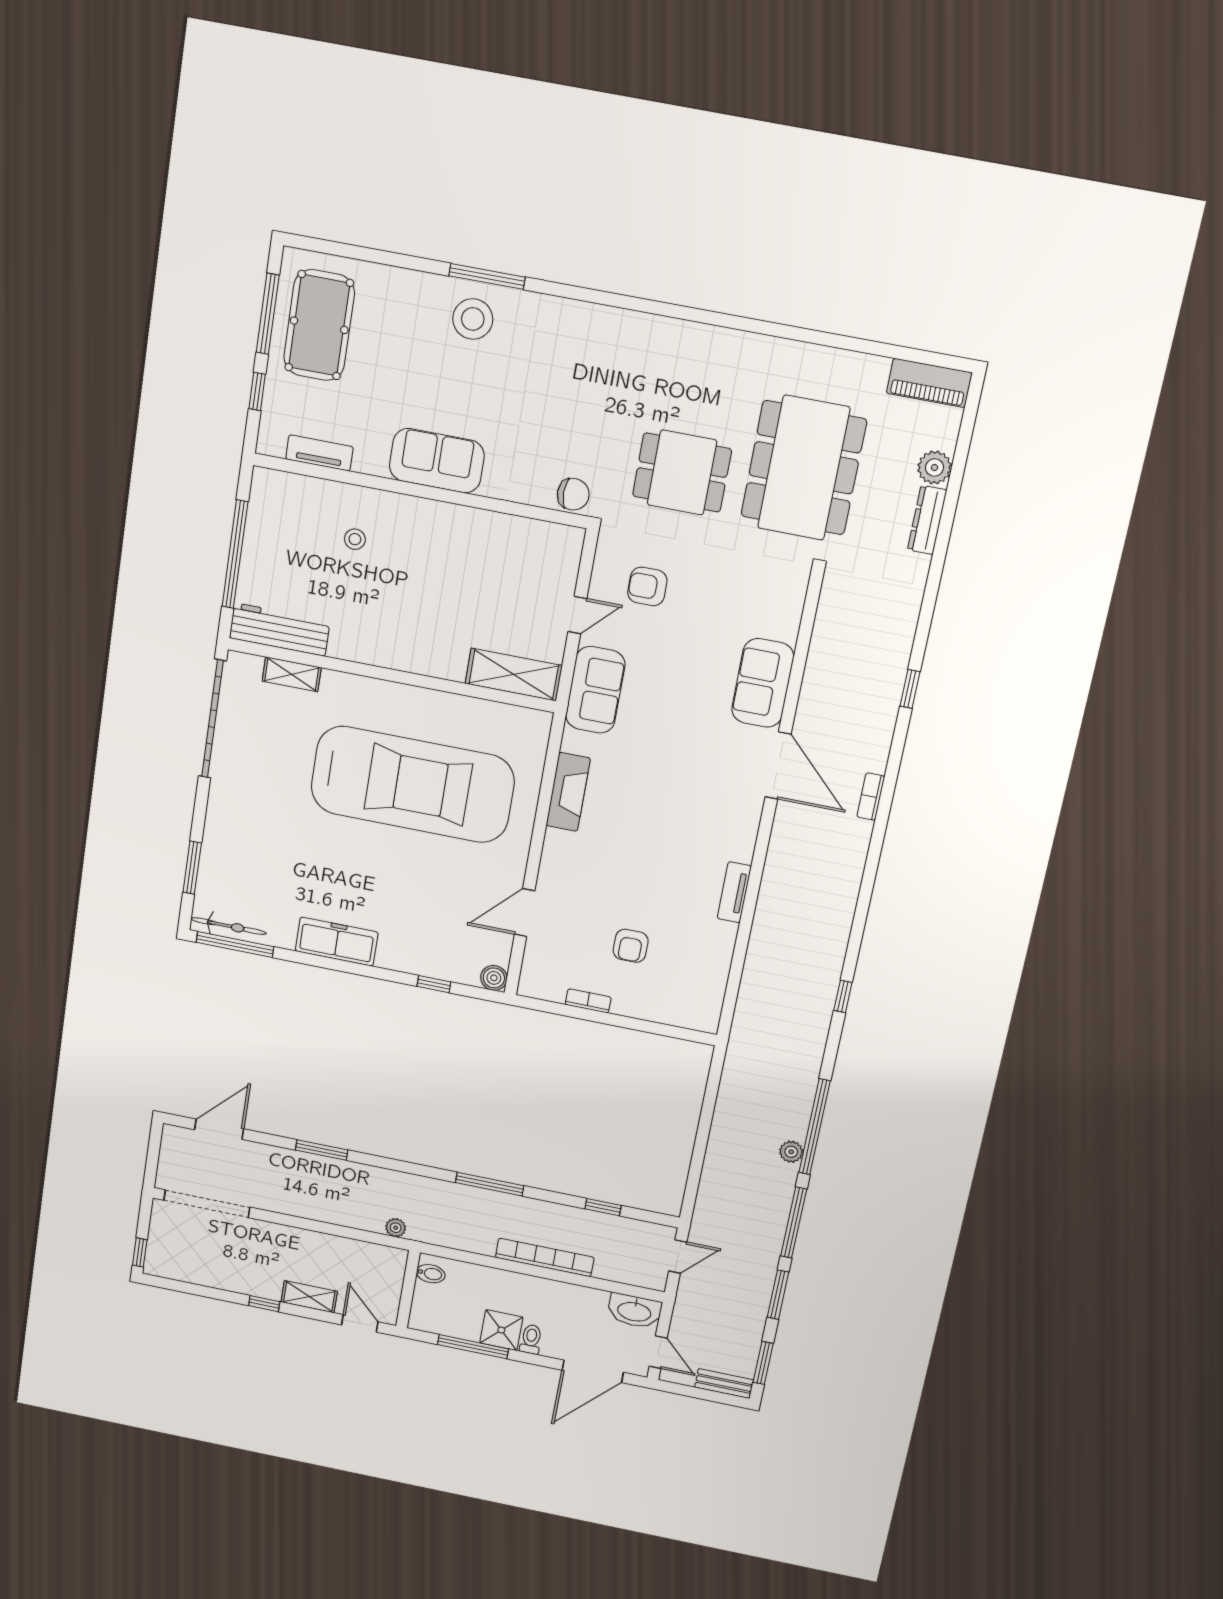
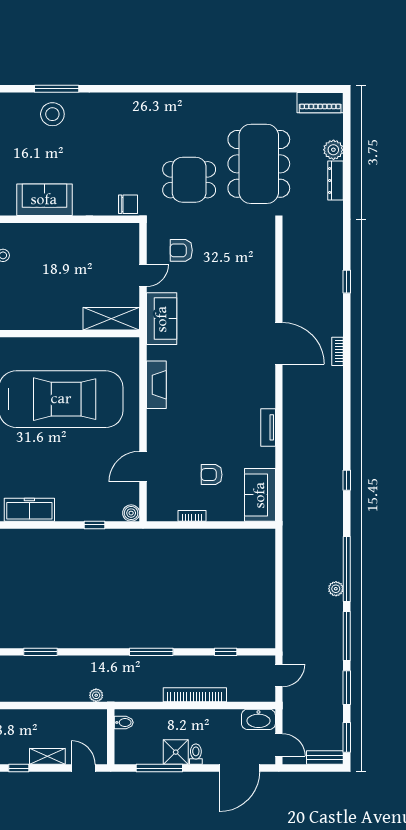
sofa: (763, 683) -> (260, 495), moved
armchair: (631, 946) -> (212, 475), turned 90

